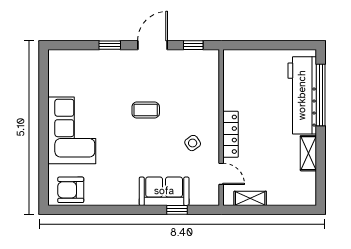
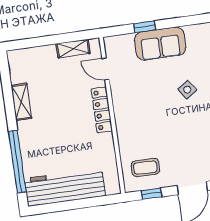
workbench: (302, 95) -> (65, 187), moved, turned -90
coffee table: (146, 110) -> (145, 168), moved
side table: (193, 143) -> (187, 90), moved

